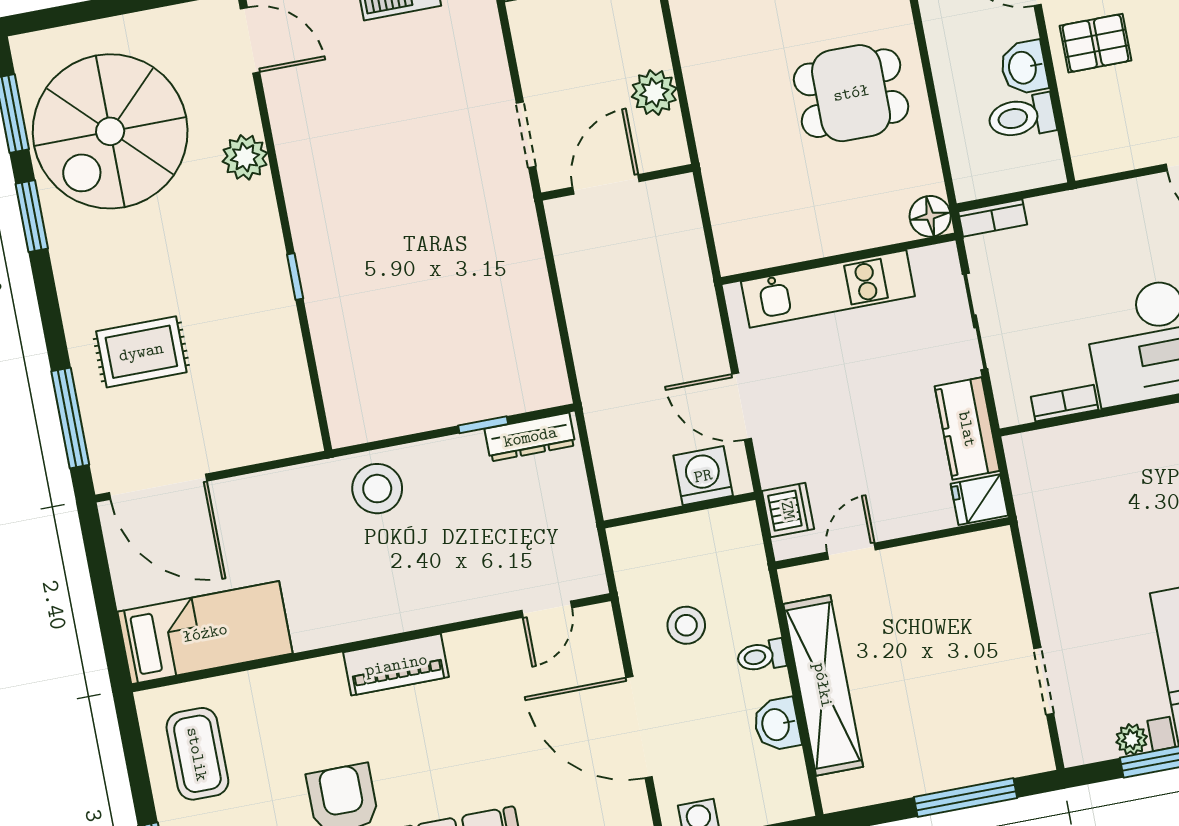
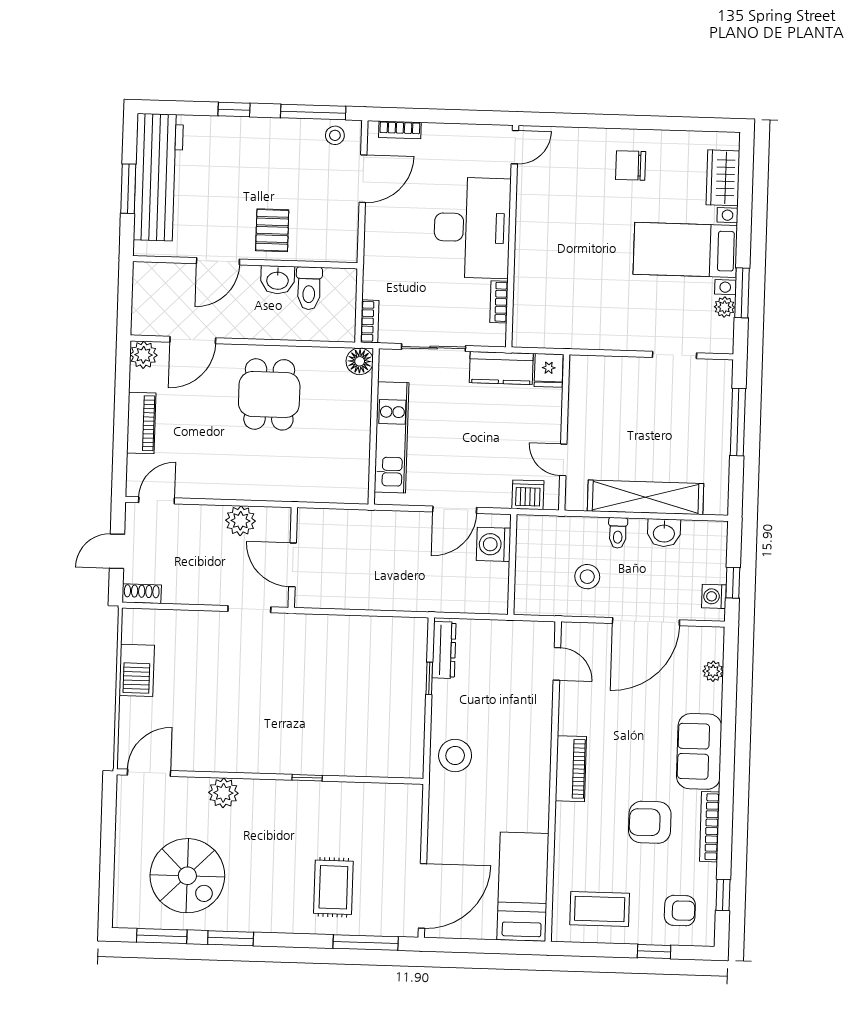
spiral stairs: (110, 131) -> (187, 876), width x0.73, depth x0.73

